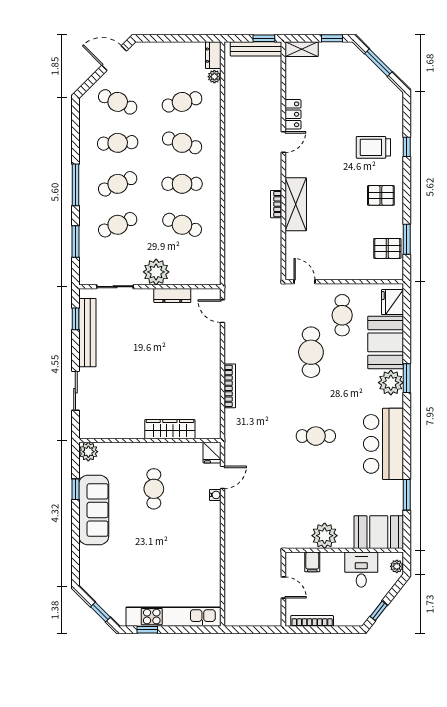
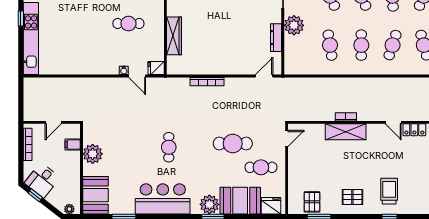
pallet: (381, 195) -> (352, 197), turned 90
cafe table: (182, 225) -> (330, 45), turned -30
desk: (361, 570) -> (42, 180), moved, turned 128

